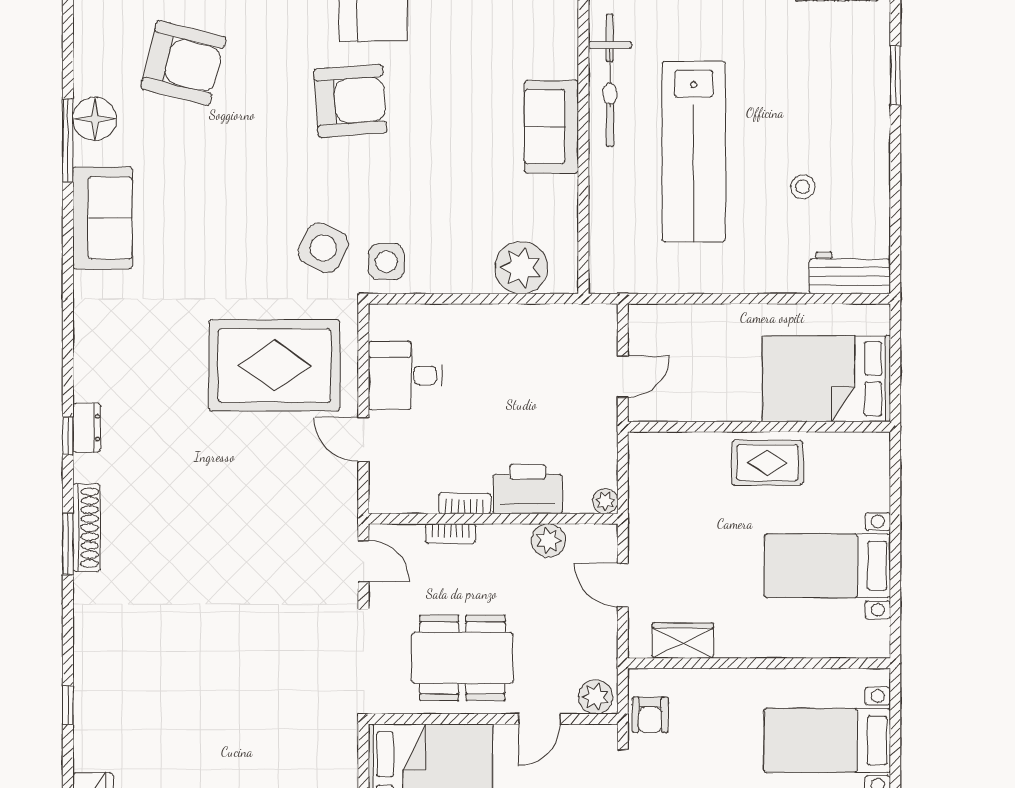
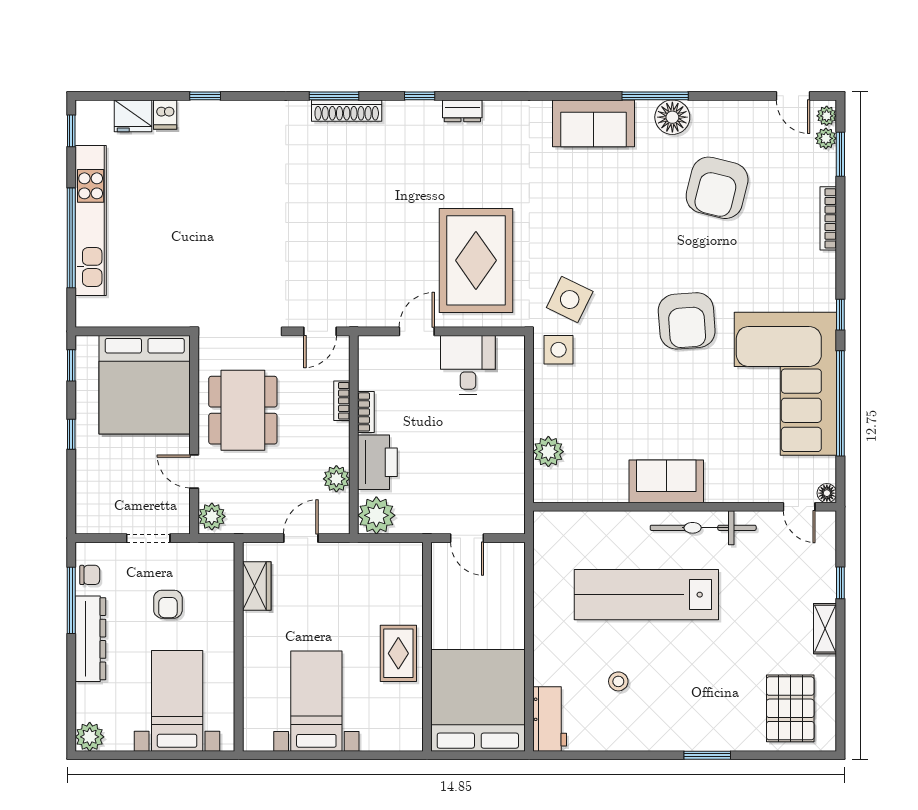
plant: (521, 268) -> (548, 452), width x0.73, depth x0.73
bed: (826, 379) -> (478, 700), width x1.36
dresser: (87, 428) -> (462, 111), moved
plant: (605, 501) -> (376, 515), width x1.88, depth x1.88
armchair: (650, 715) -> (168, 604), moved, turned -90
dishwasher: (91, 756) -> (165, 115), added

